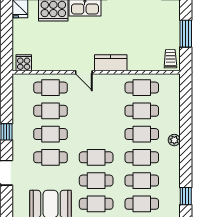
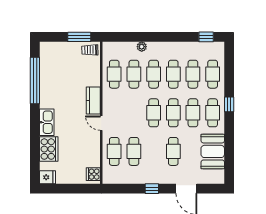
window: (186, 34) -> (79, 37), moved
door: (84, 72) -> (101, 123), swing flipped
cafe table: (50, 134) -> (154, 113), moved
plant: (174, 140) -> (142, 47), moved

